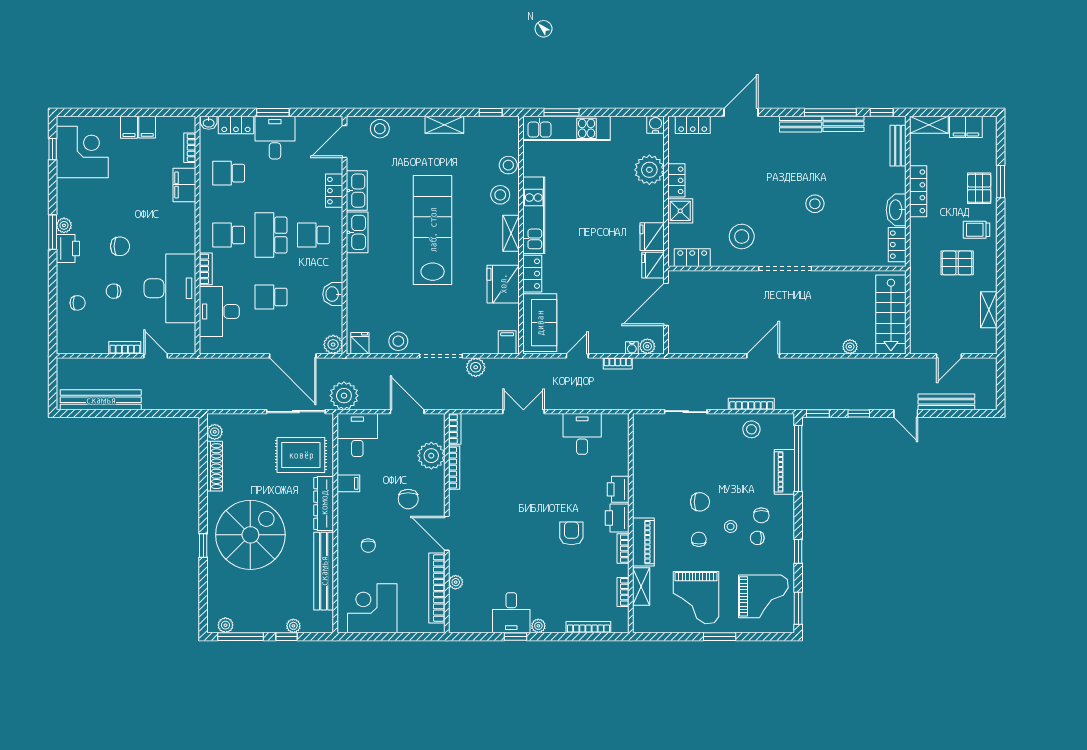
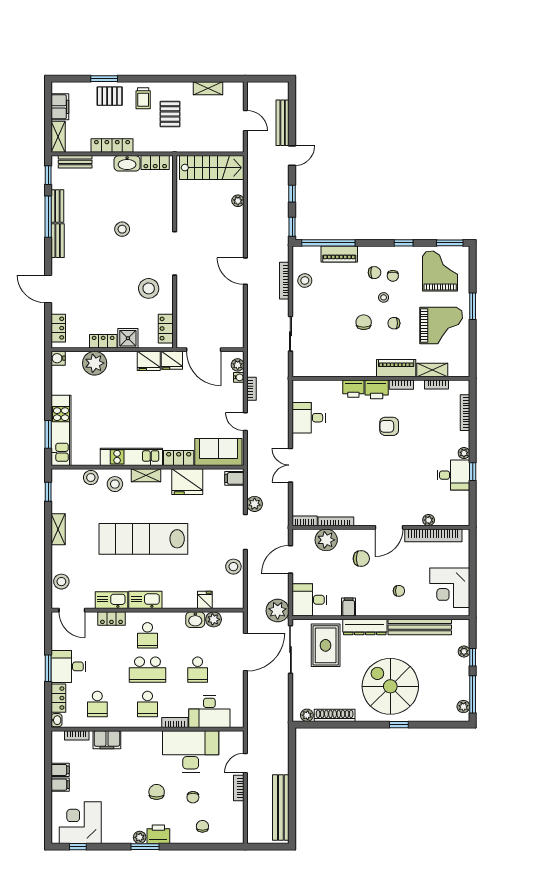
fridge: (360, 343) -> (205, 600), moved, turned 90
plant: (333, 344) -> (214, 619), moved

